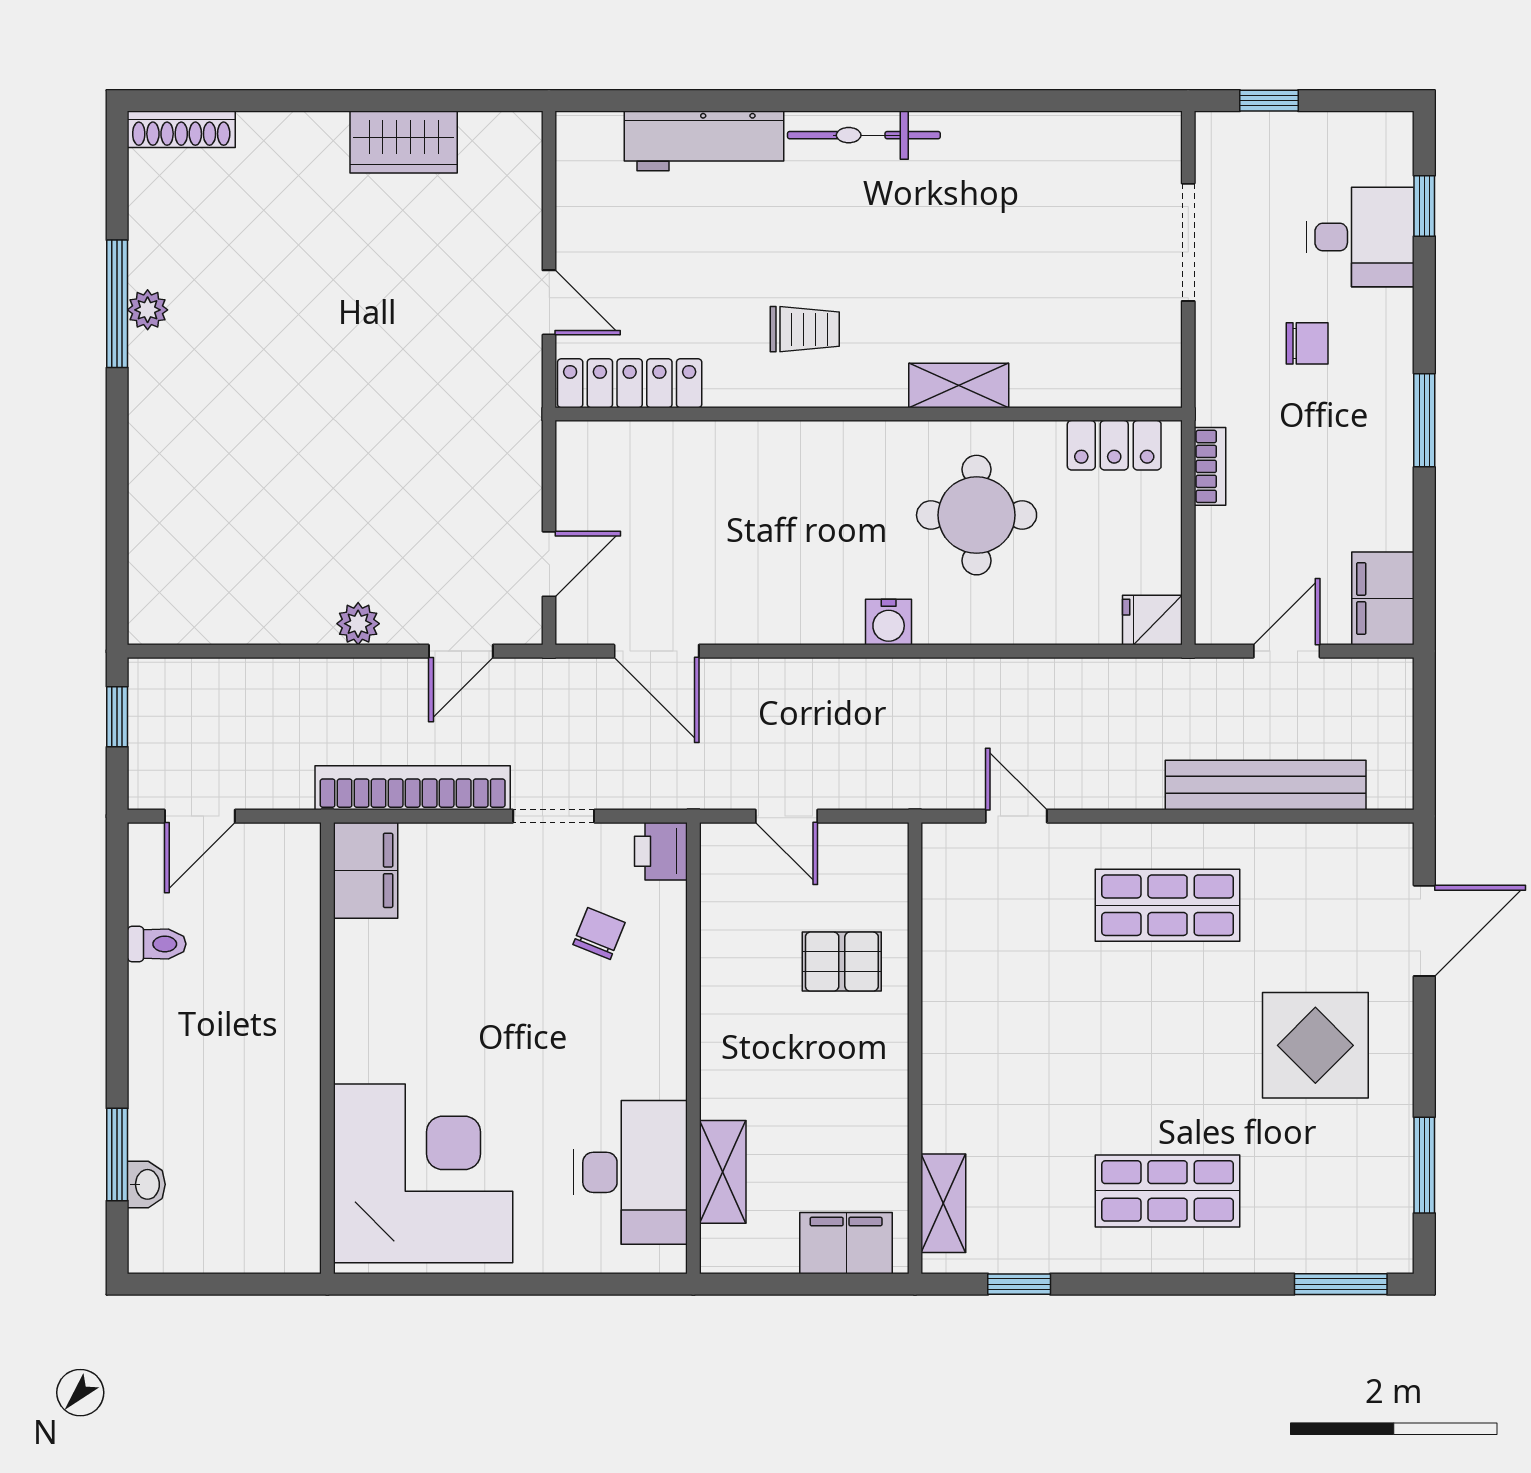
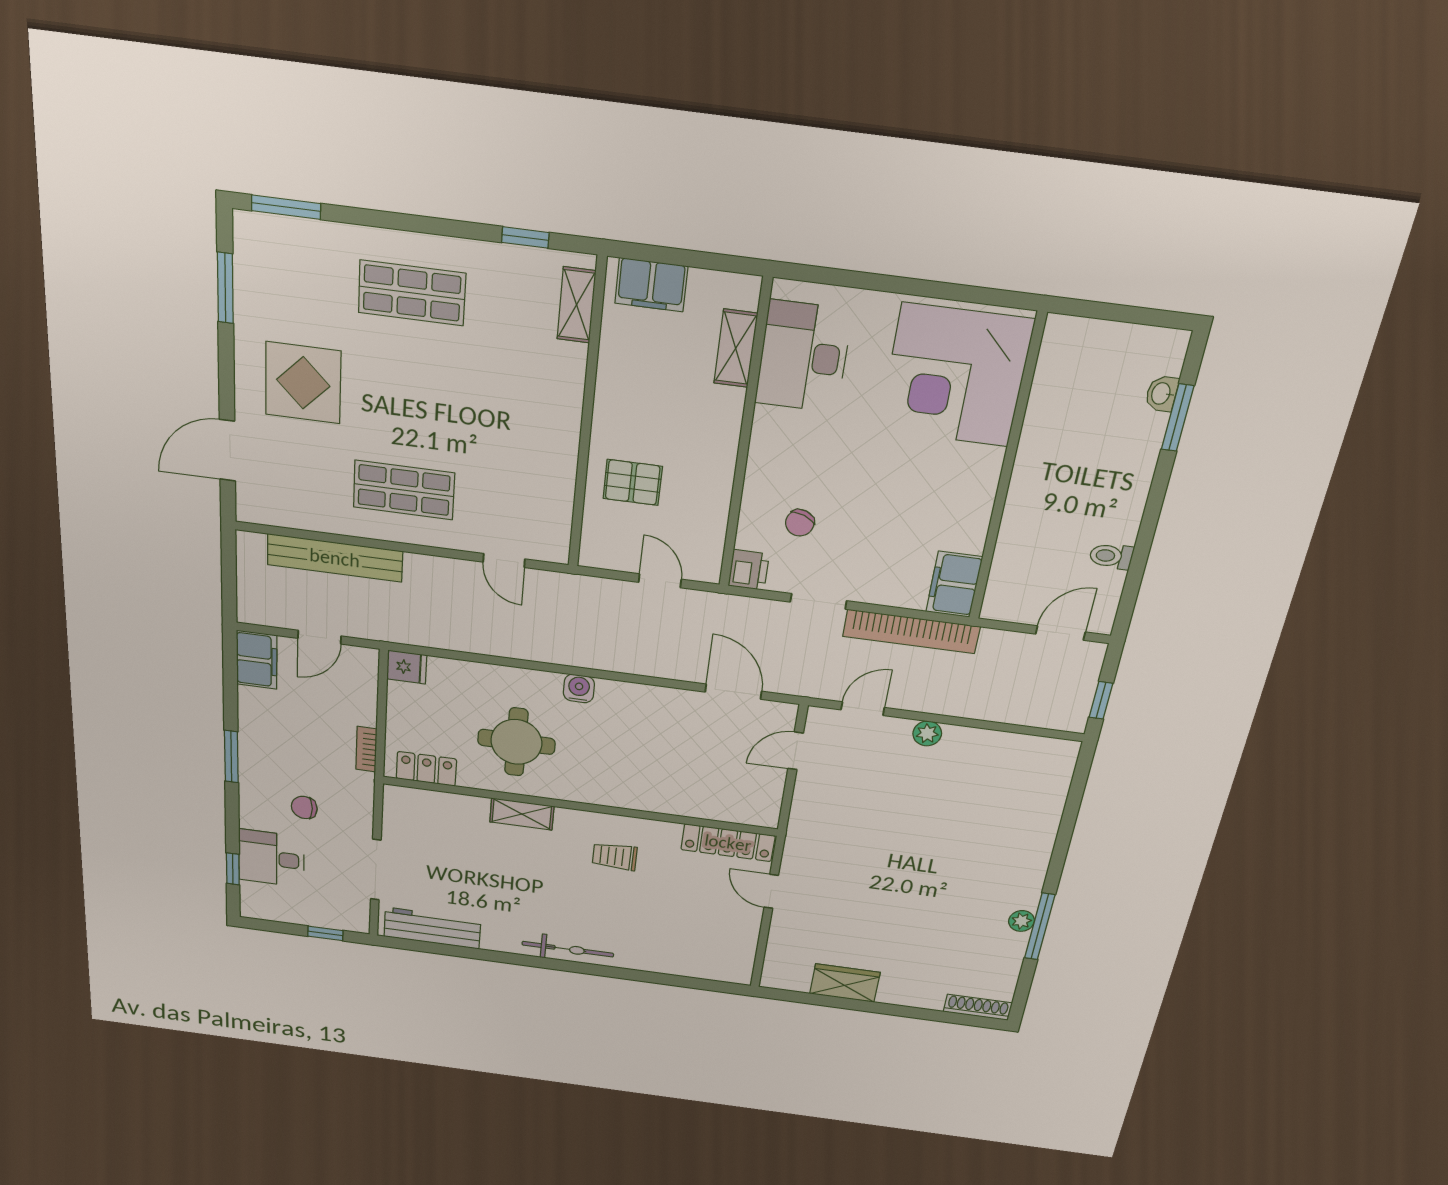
workbench: (704, 141) -> (432, 928), moved

